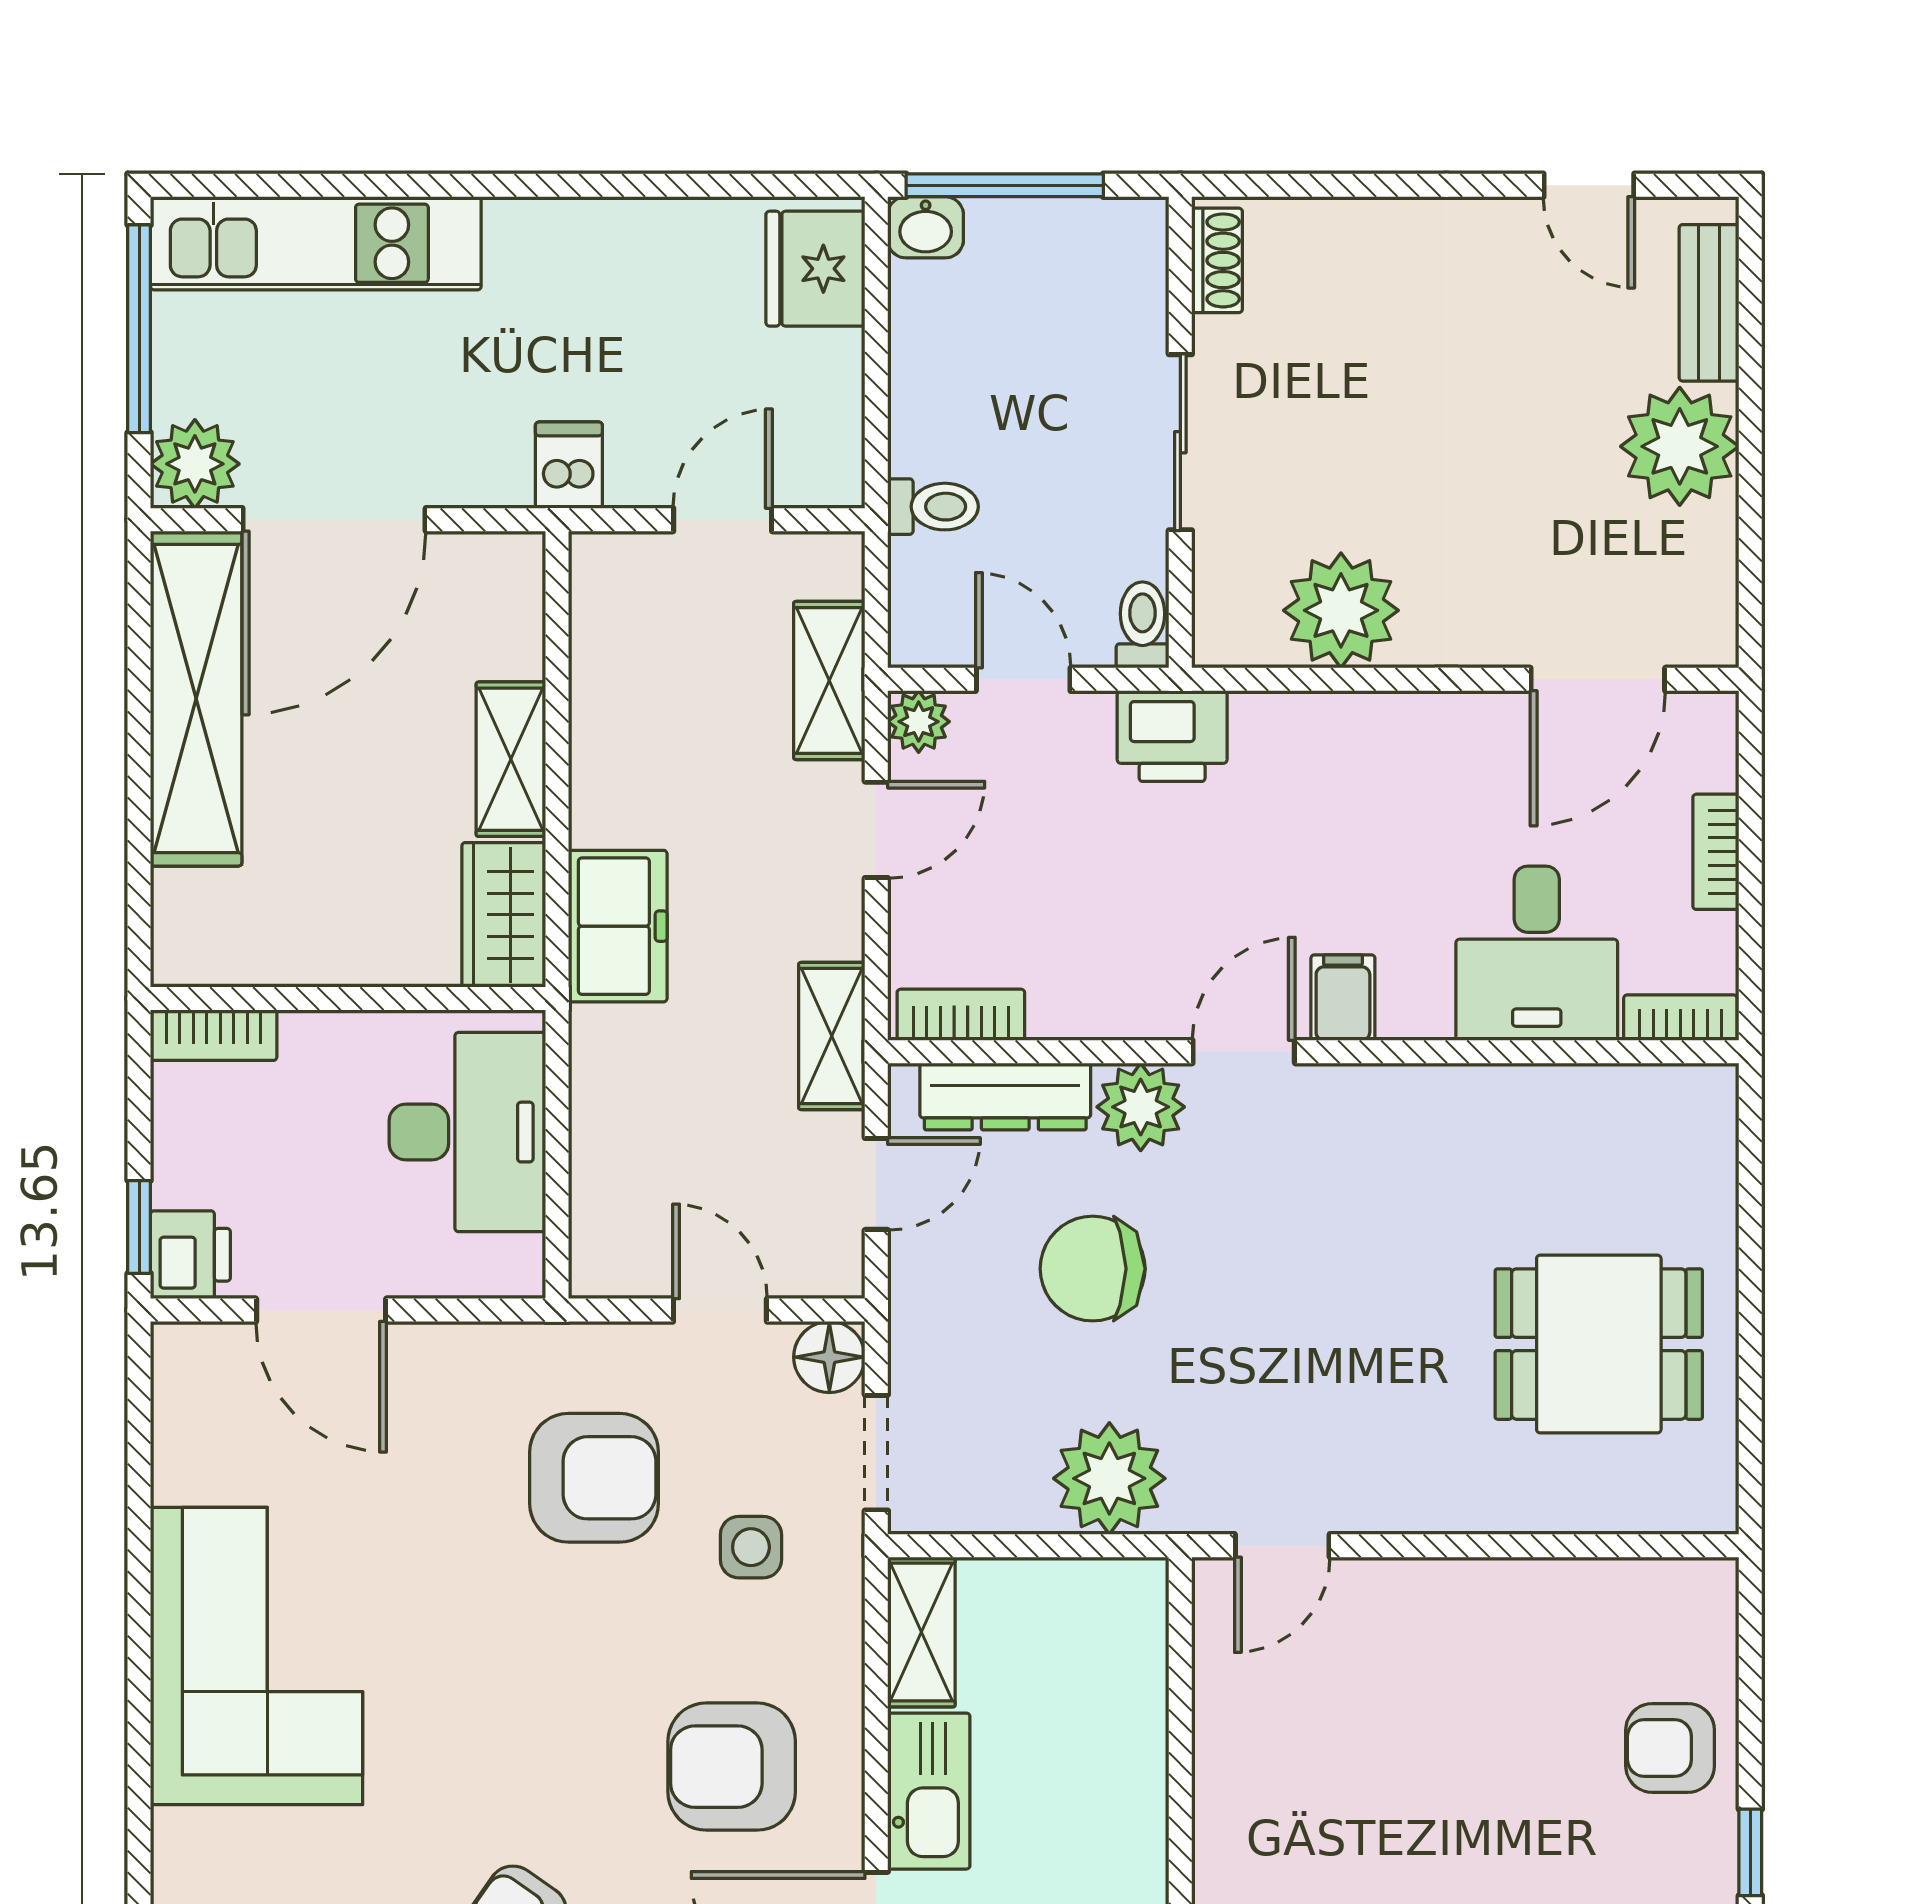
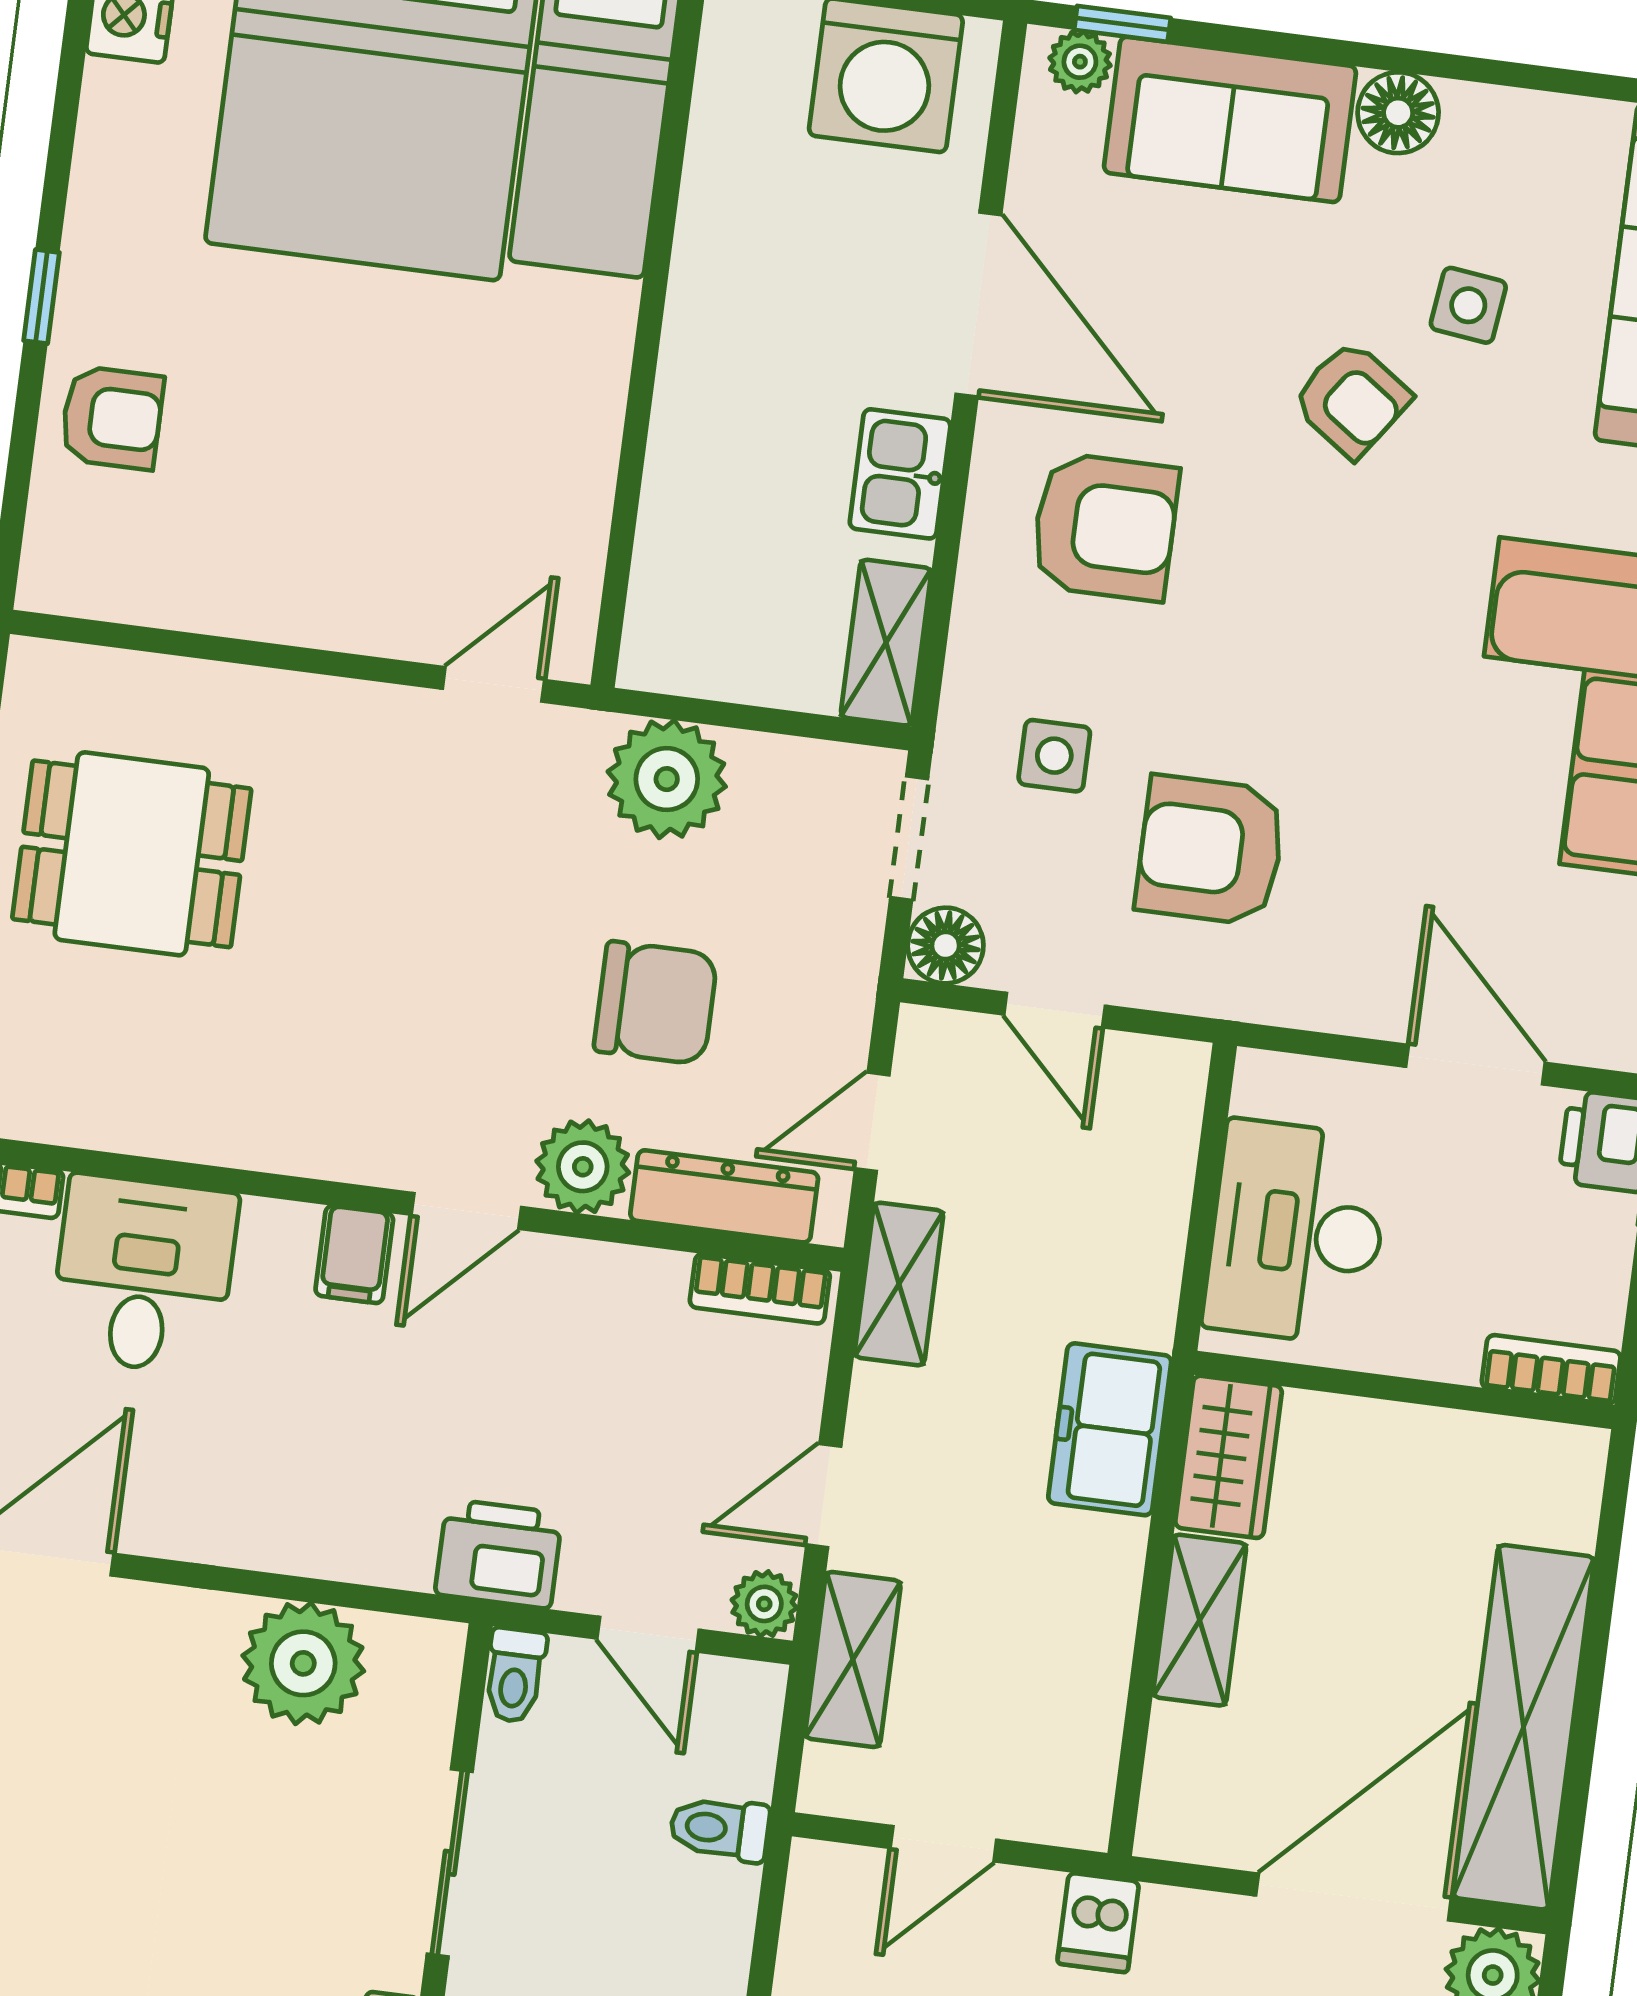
kitchen sink: (929, 1791) -> (900, 474), width x0.73

